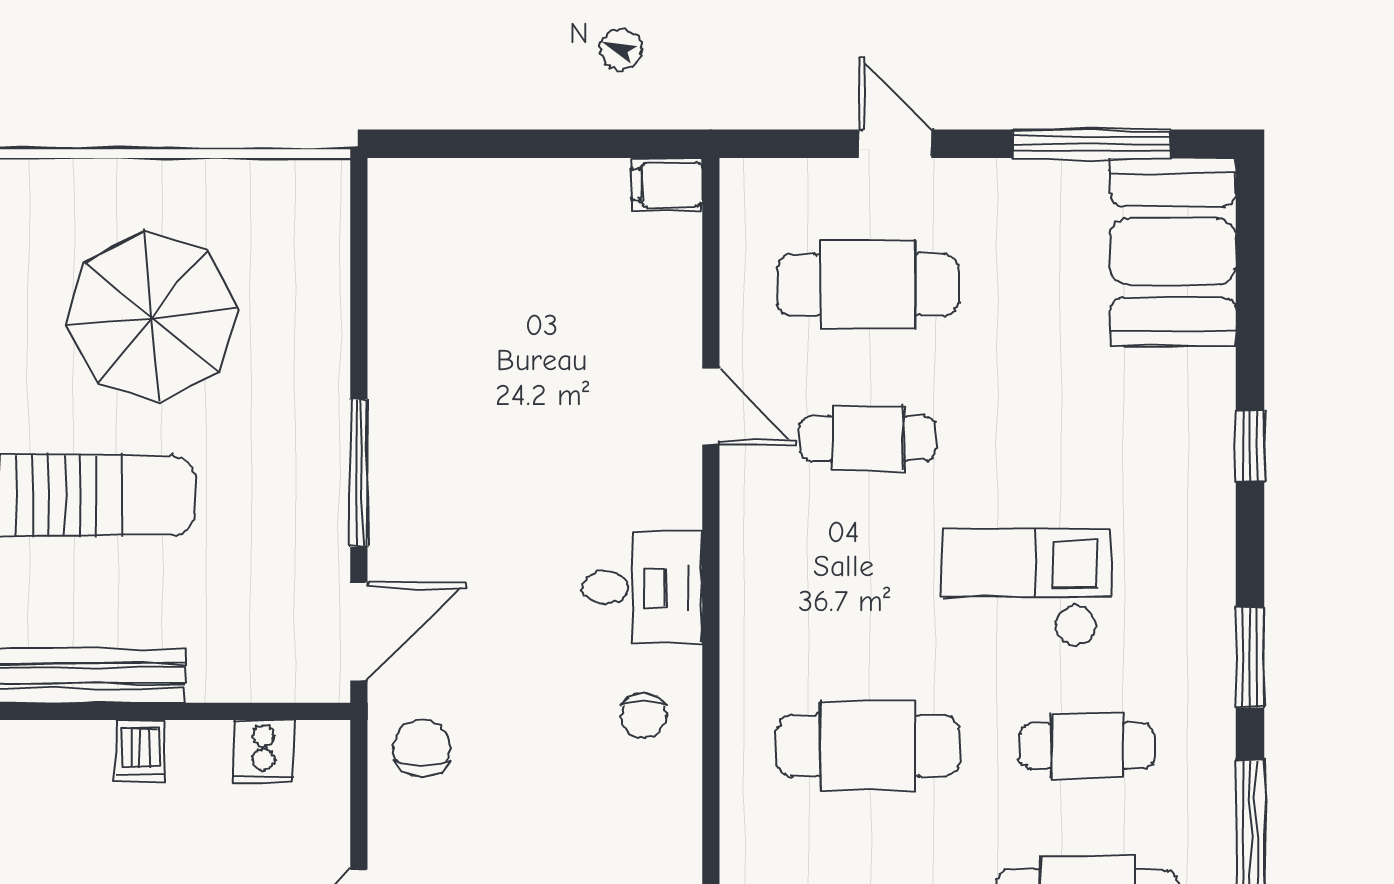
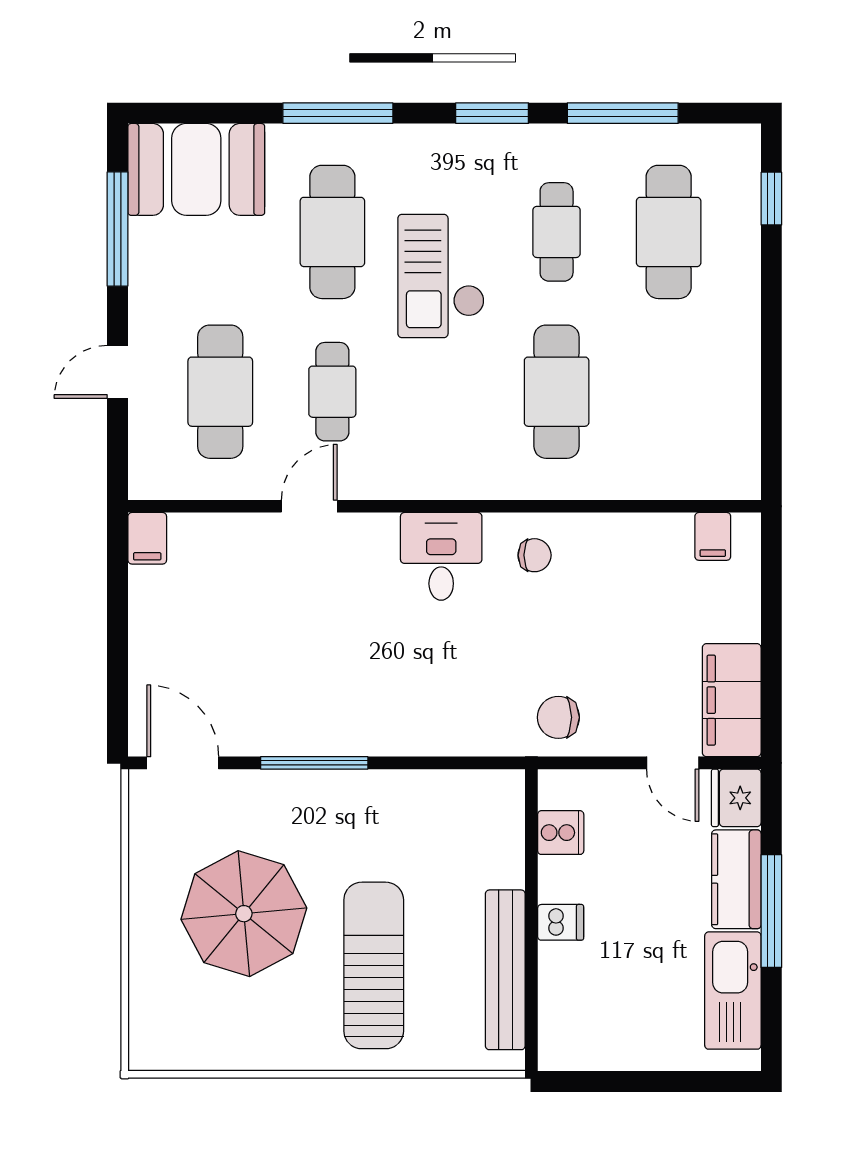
cafe table: (1087, 438) -> (332, 232), added
window: (1250, 446) -> (338, 113), width x2.17
window: (359, 473) -> (314, 763), moved
door: (359, 631) -> (183, 763), moved

